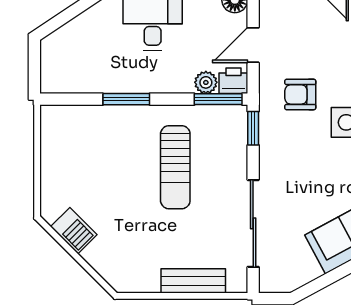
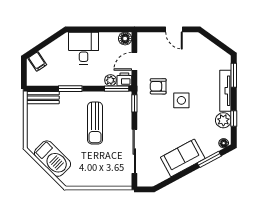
filing cabinet: (61, 45) -> (37, 61), added
barbecue: (74, 231) -> (52, 159), width x1.88, depth x1.53
bench: (193, 281) -> (43, 98), moved

